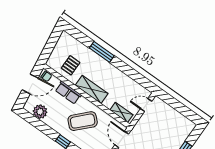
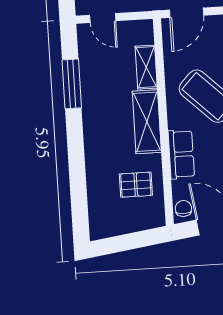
window: (102, 52) -> (72, 84), moved
shelving: (121, 112) -> (146, 67), moved

